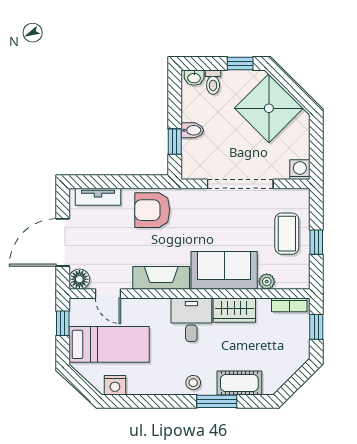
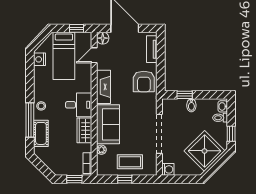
armchair: (152, 210) -> (144, 82), turned 180
window: (217, 401) -> (30, 120), width x1.44

